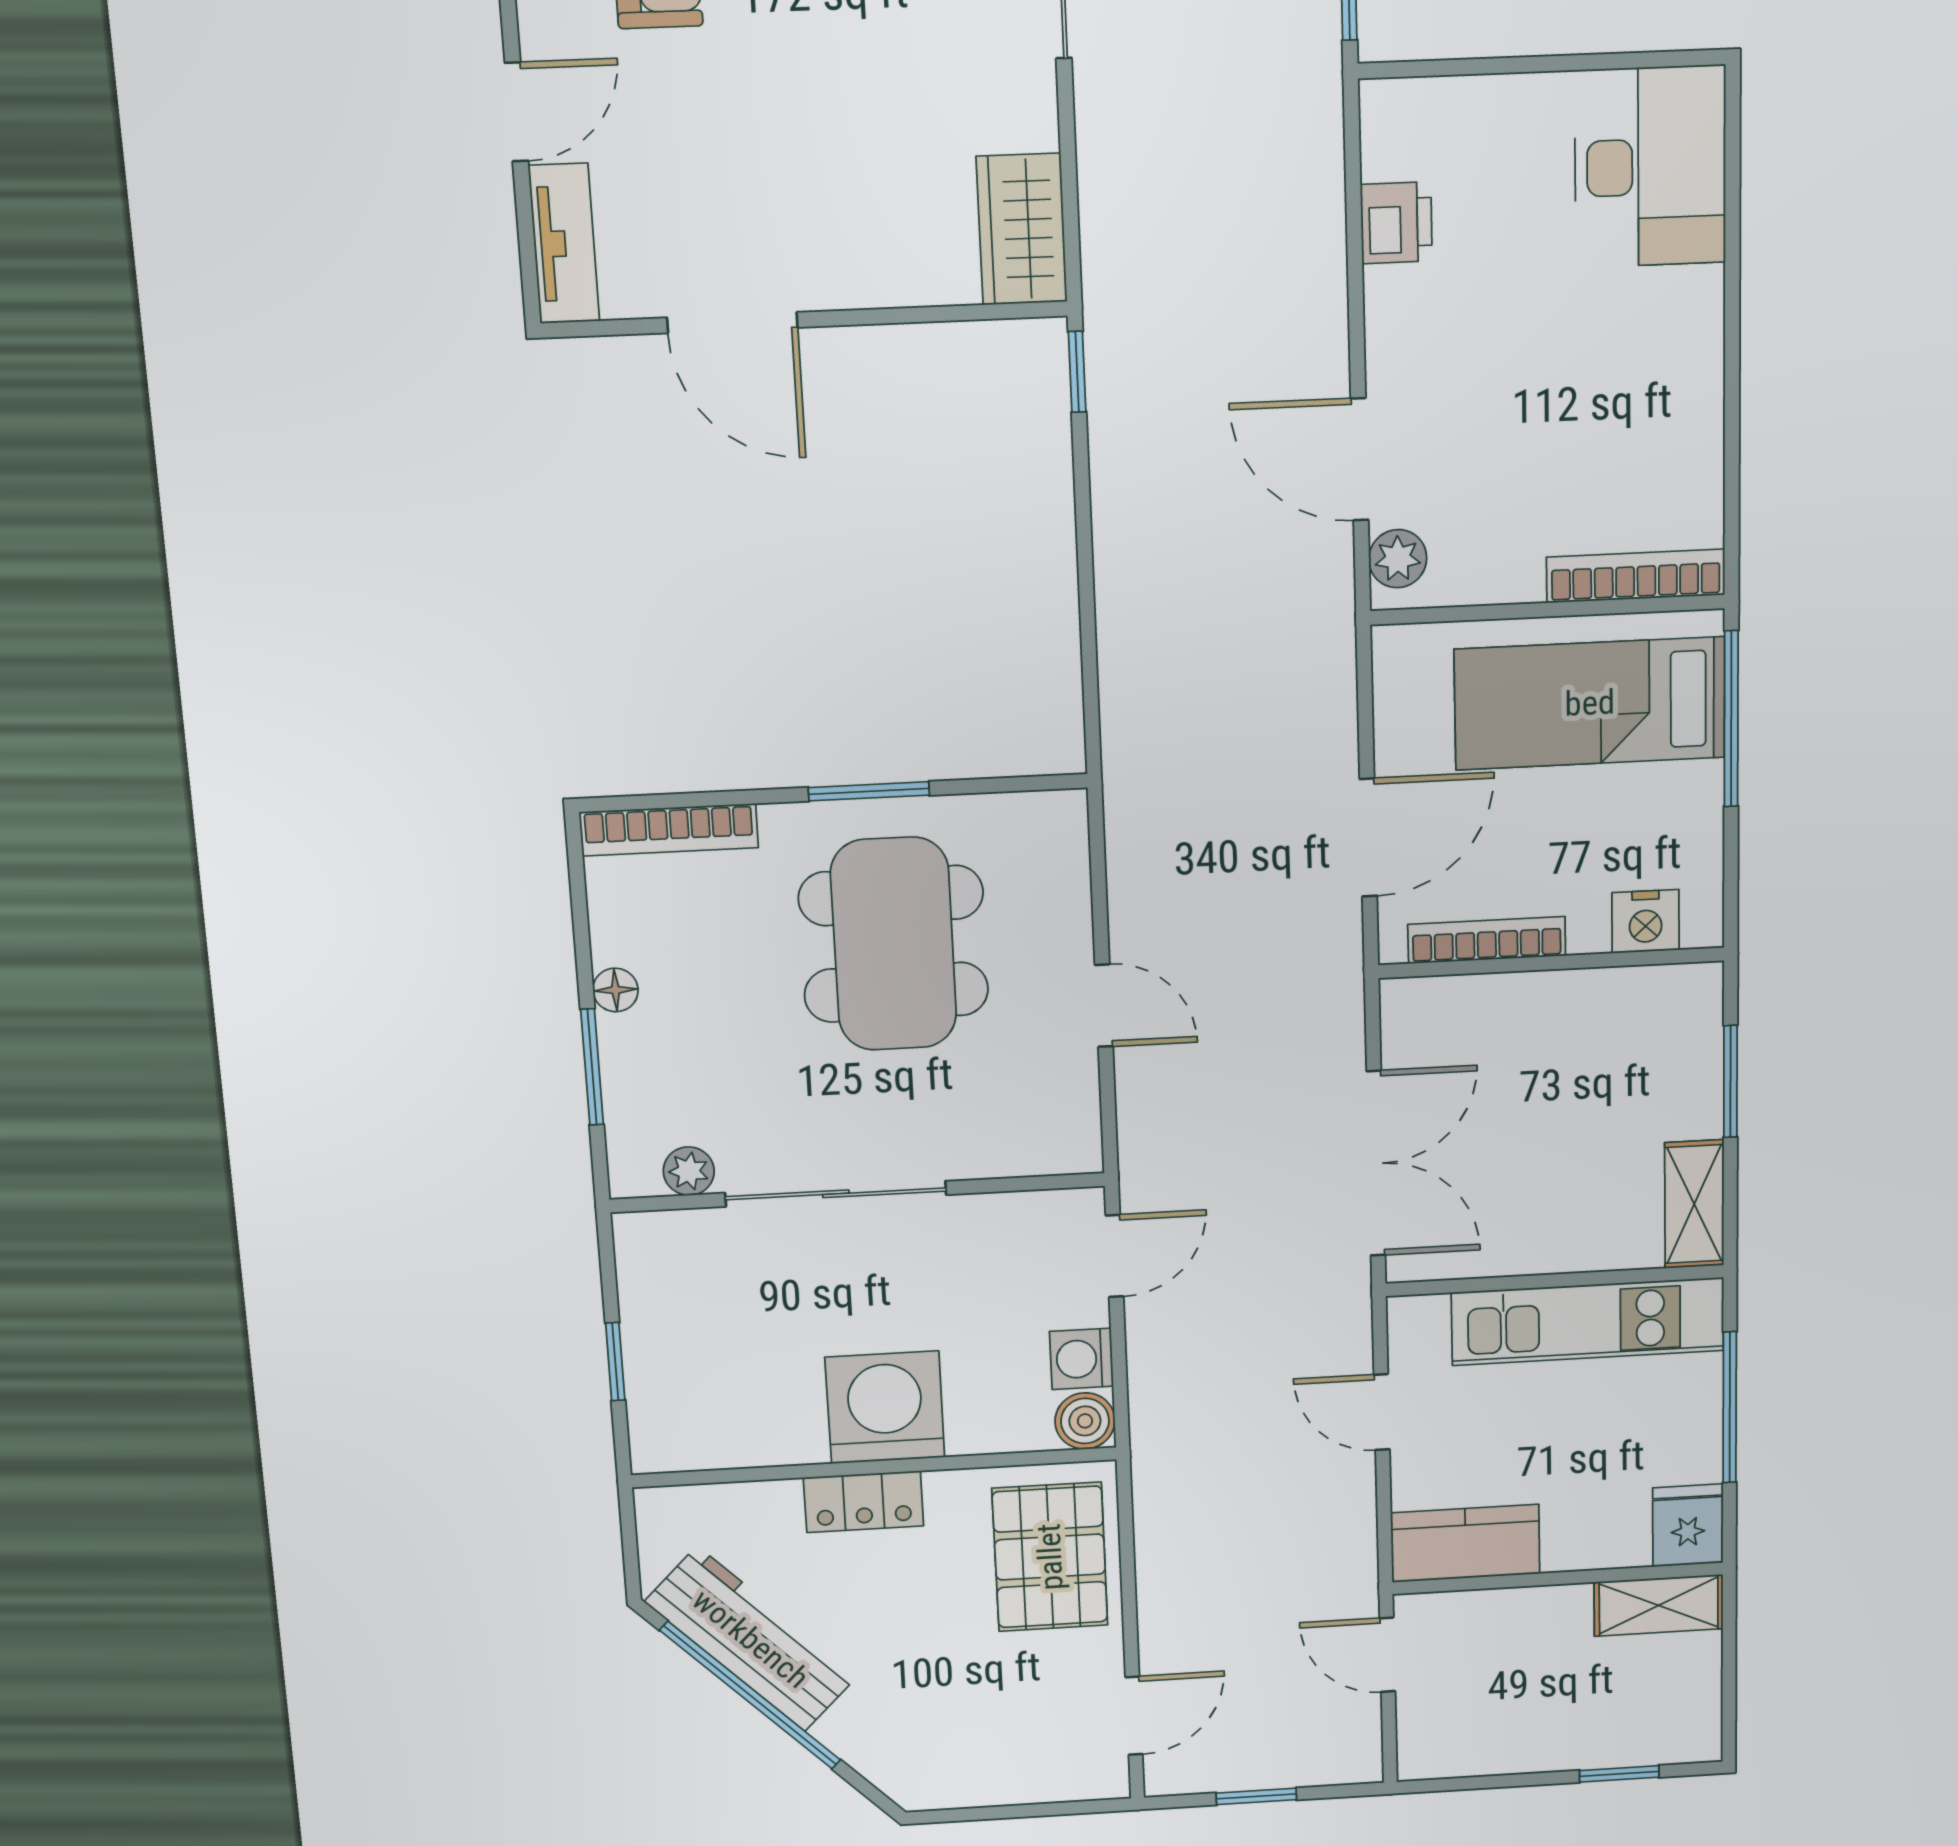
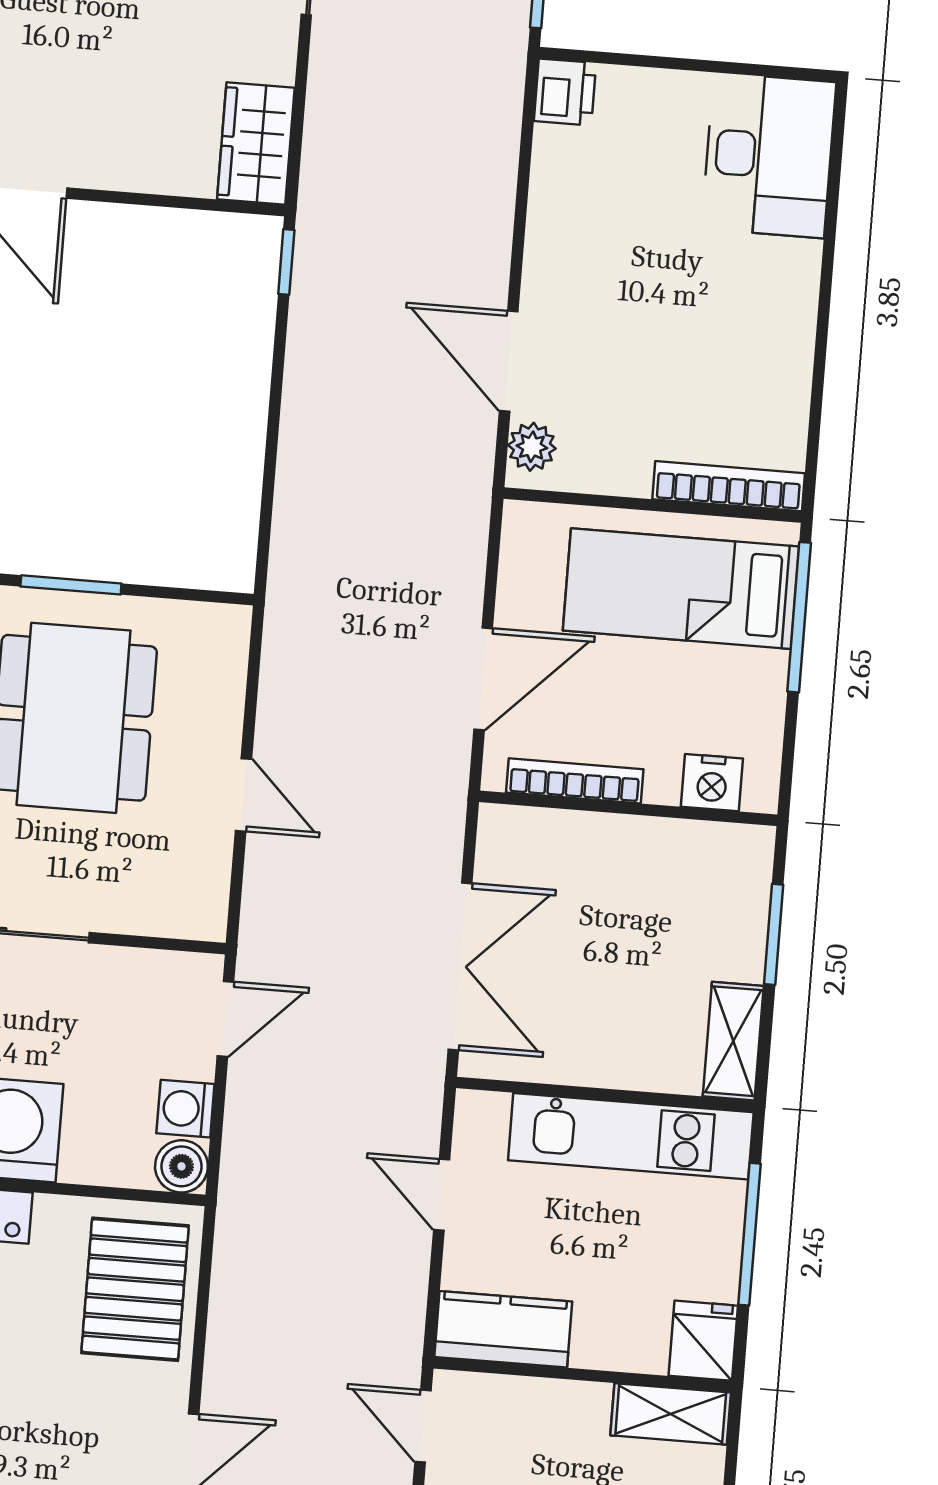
printer: (1396, 223) -> (565, 92), moved

